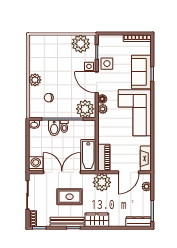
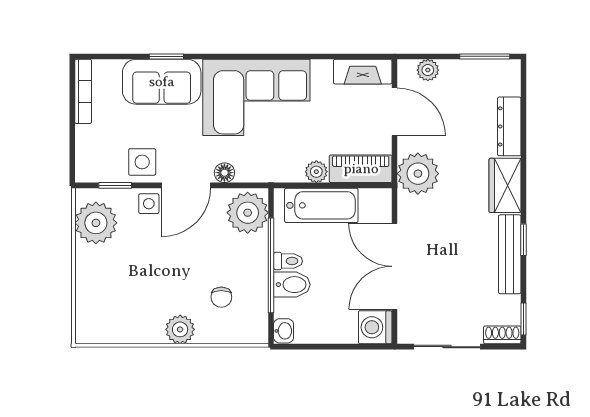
plant: (103, 109) -> (316, 172), moved
bathtub: (88, 155) -> (321, 205), moved
rug: (70, 197) -> (451, 249), removed
dresser: (138, 222) -> (509, 126), moved

